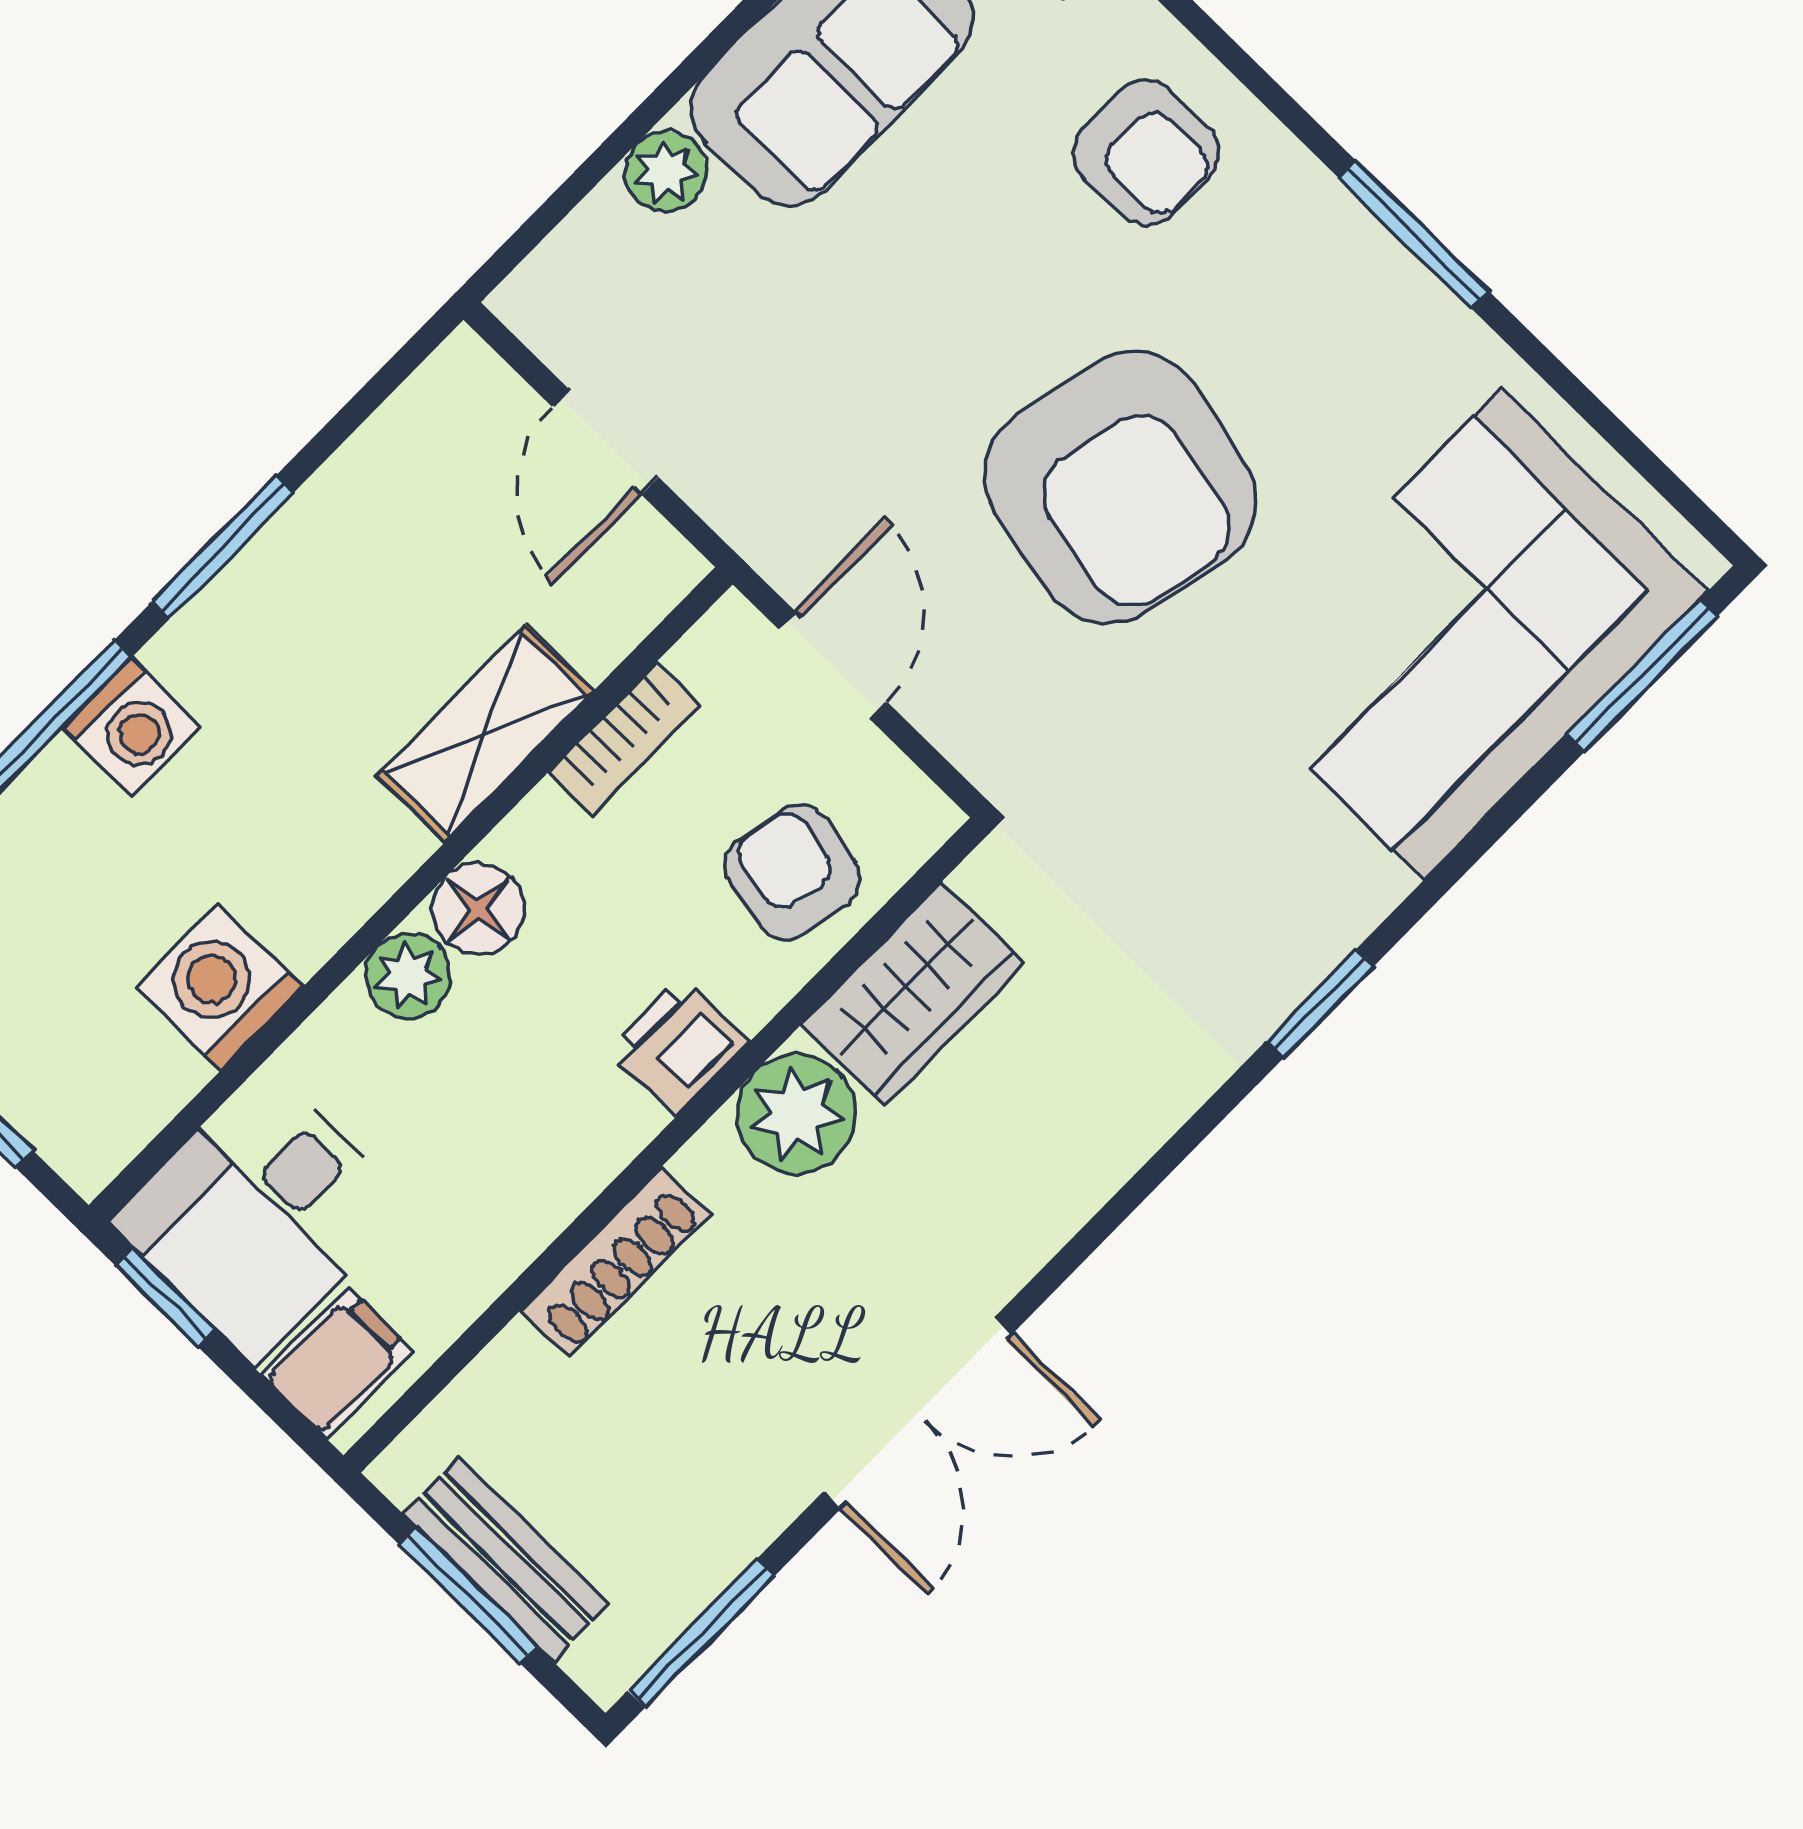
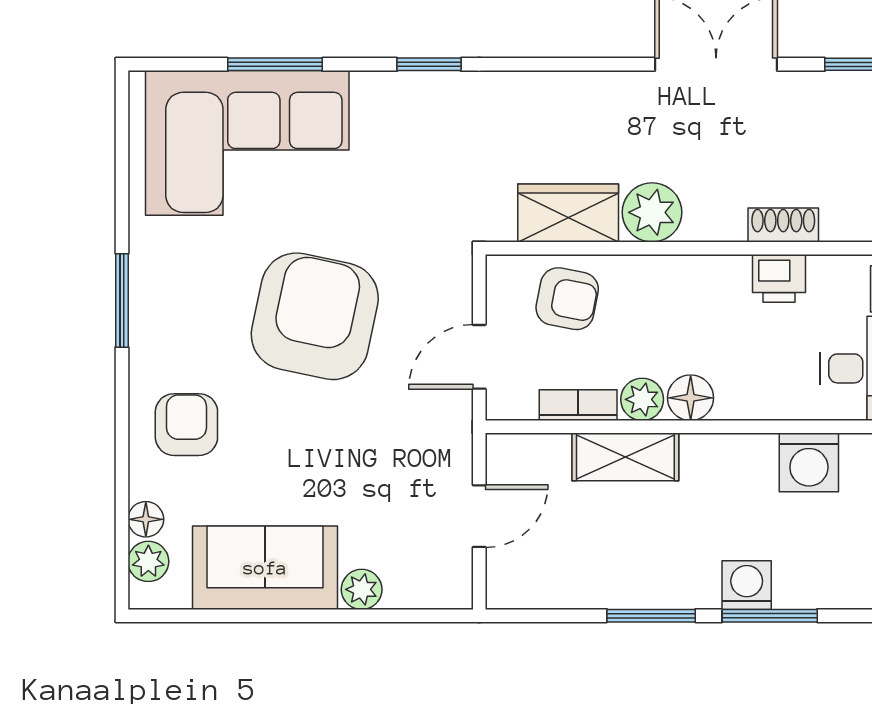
window: (1642, 675) -> (275, 64), moved
armchair: (792, 872) -> (567, 299), turned -90
plant: (408, 976) -> (642, 399), moved
printer: (678, 1046) -> (779, 278), moved
shoe rack: (615, 1262) -> (783, 225), width x0.70

